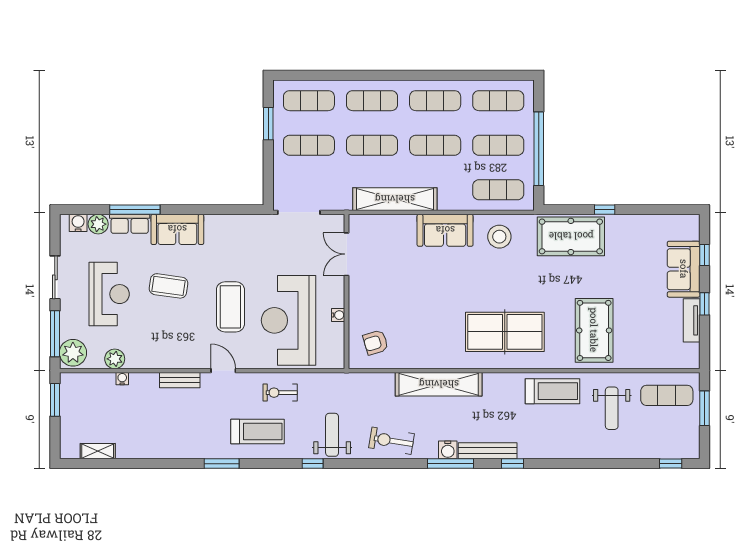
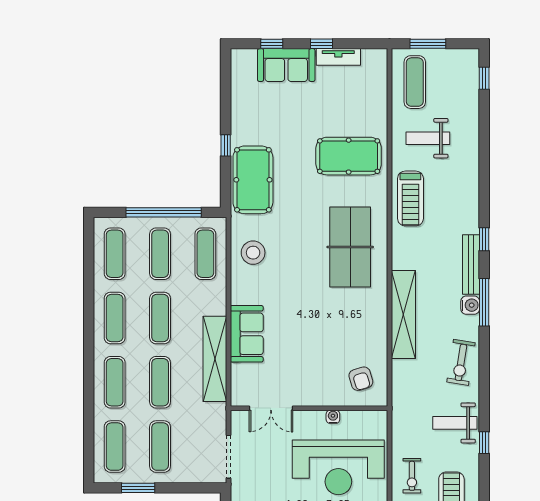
sofa: (445, 230) -> (247, 334), moved
treadmill: (553, 391) -> (410, 198), turned 180
weight bench: (612, 408) -> (428, 138), turned 180

